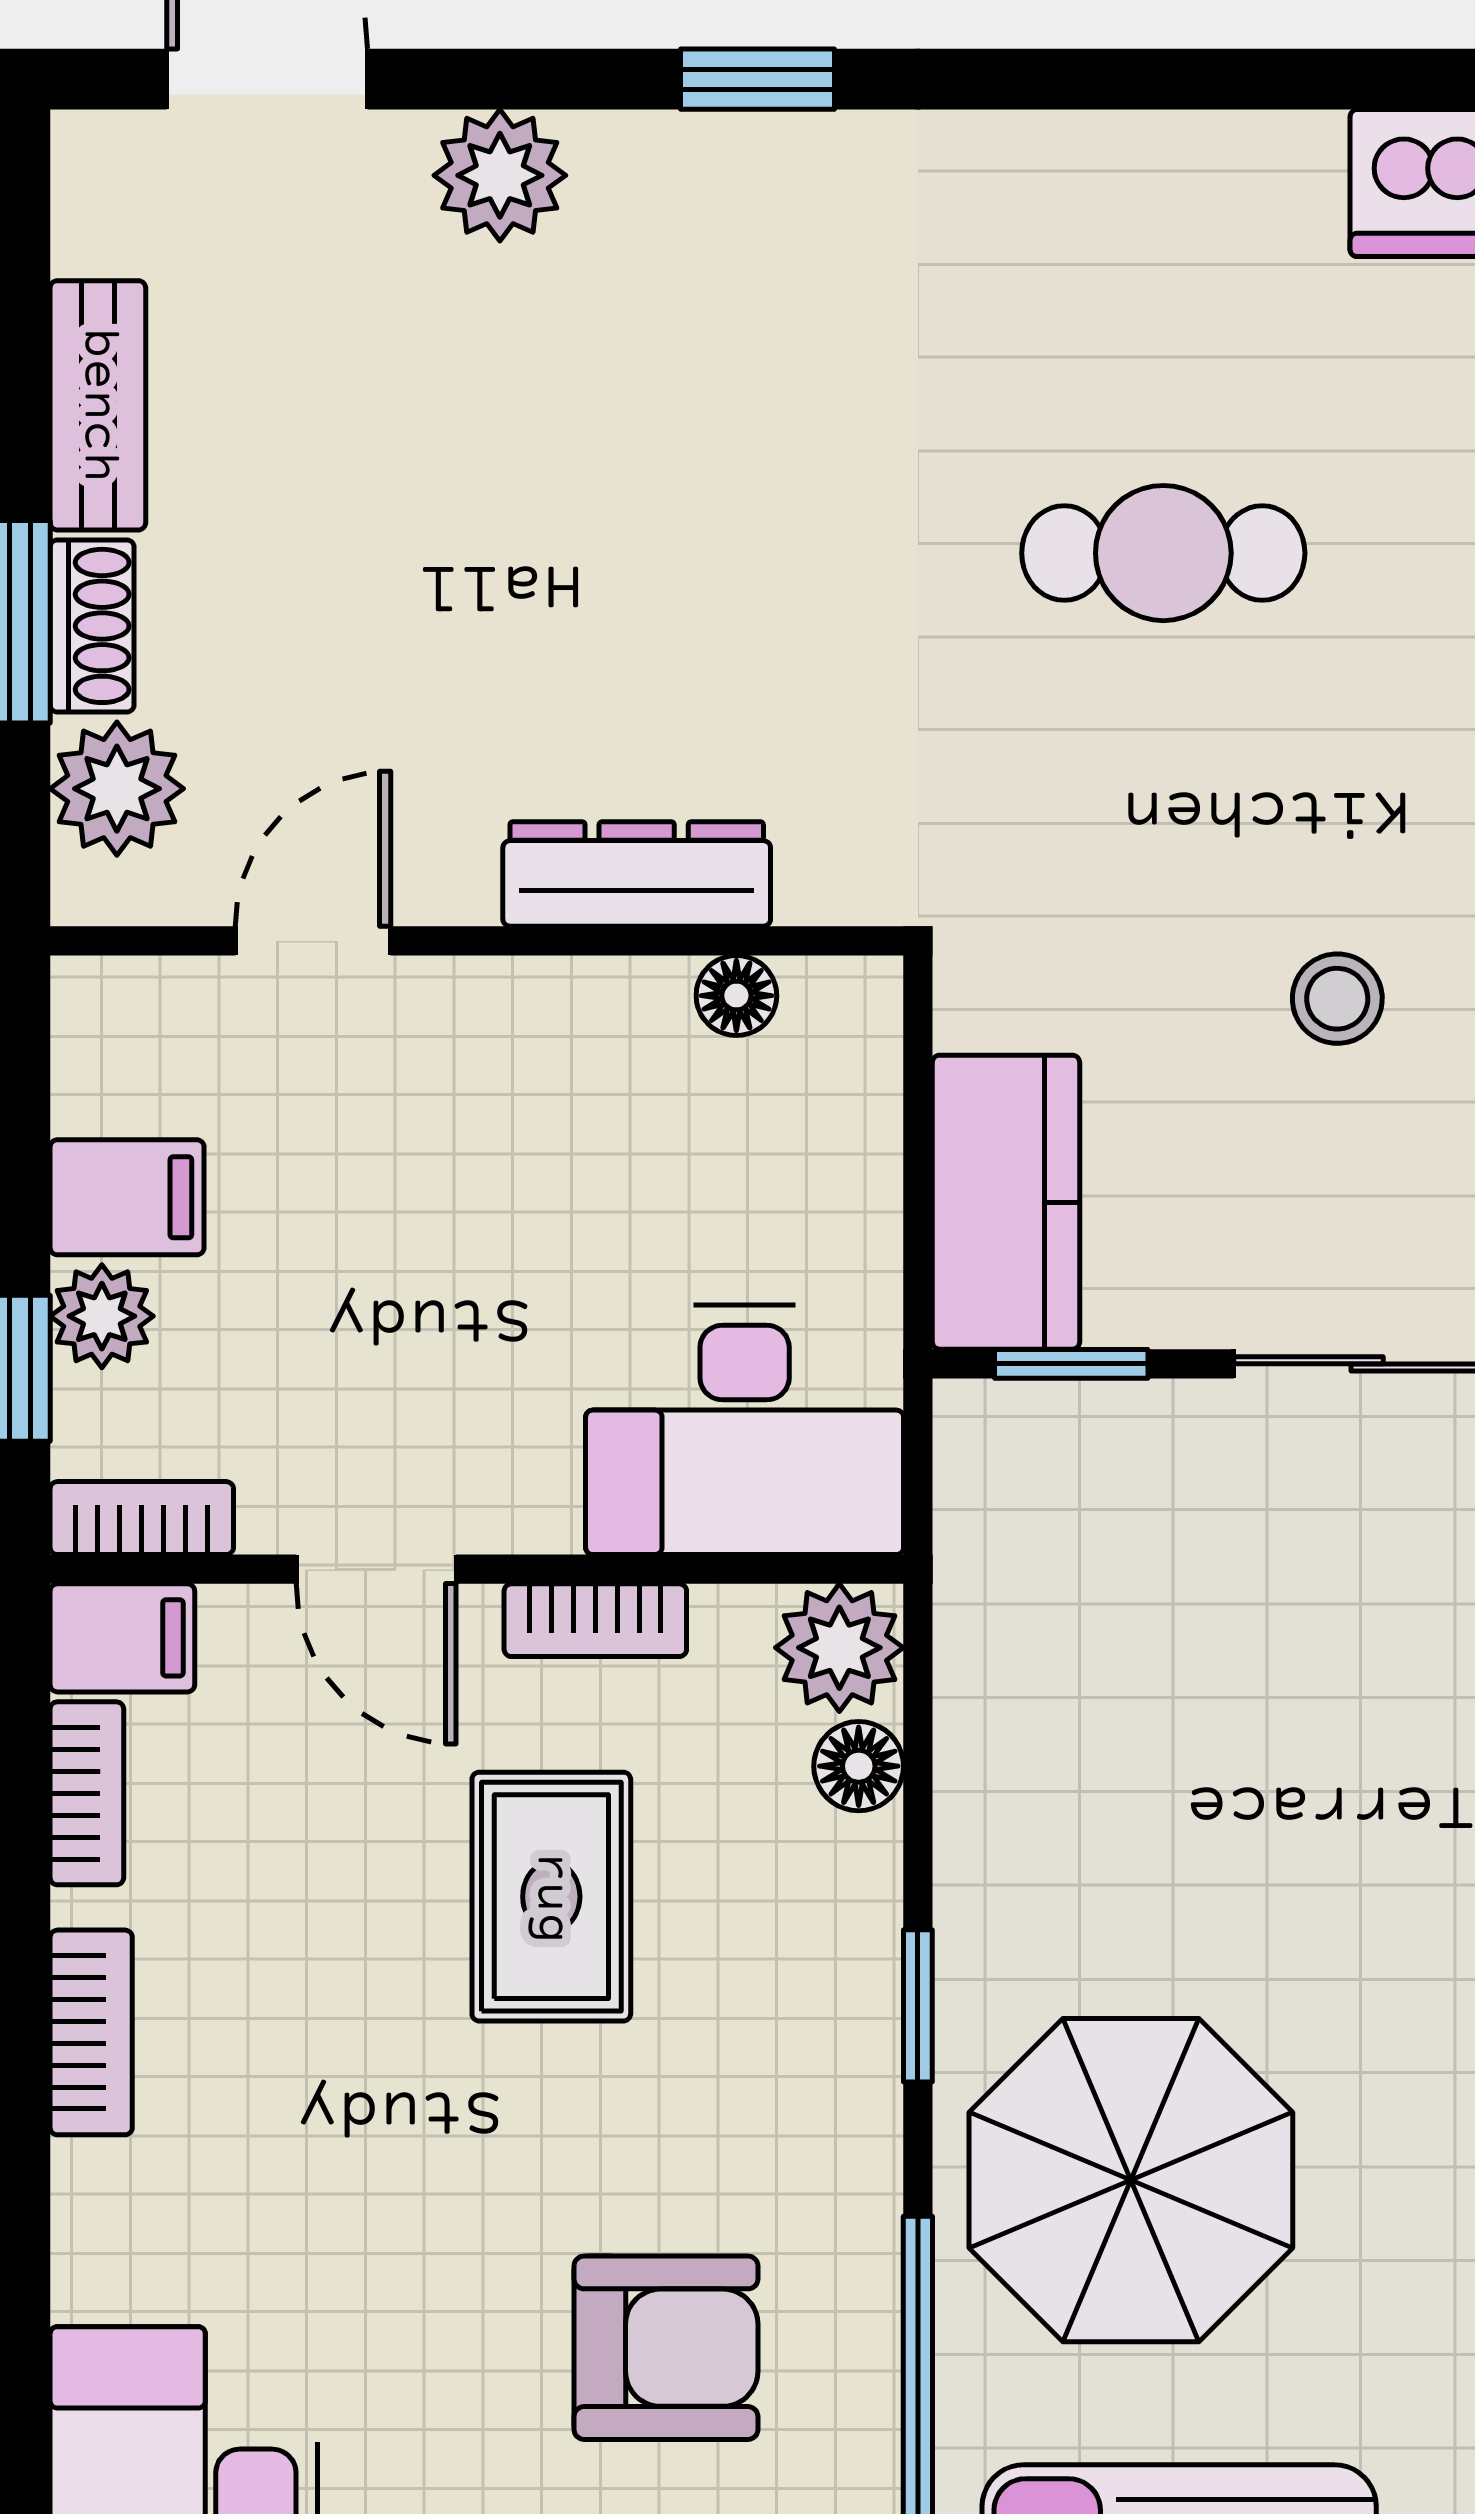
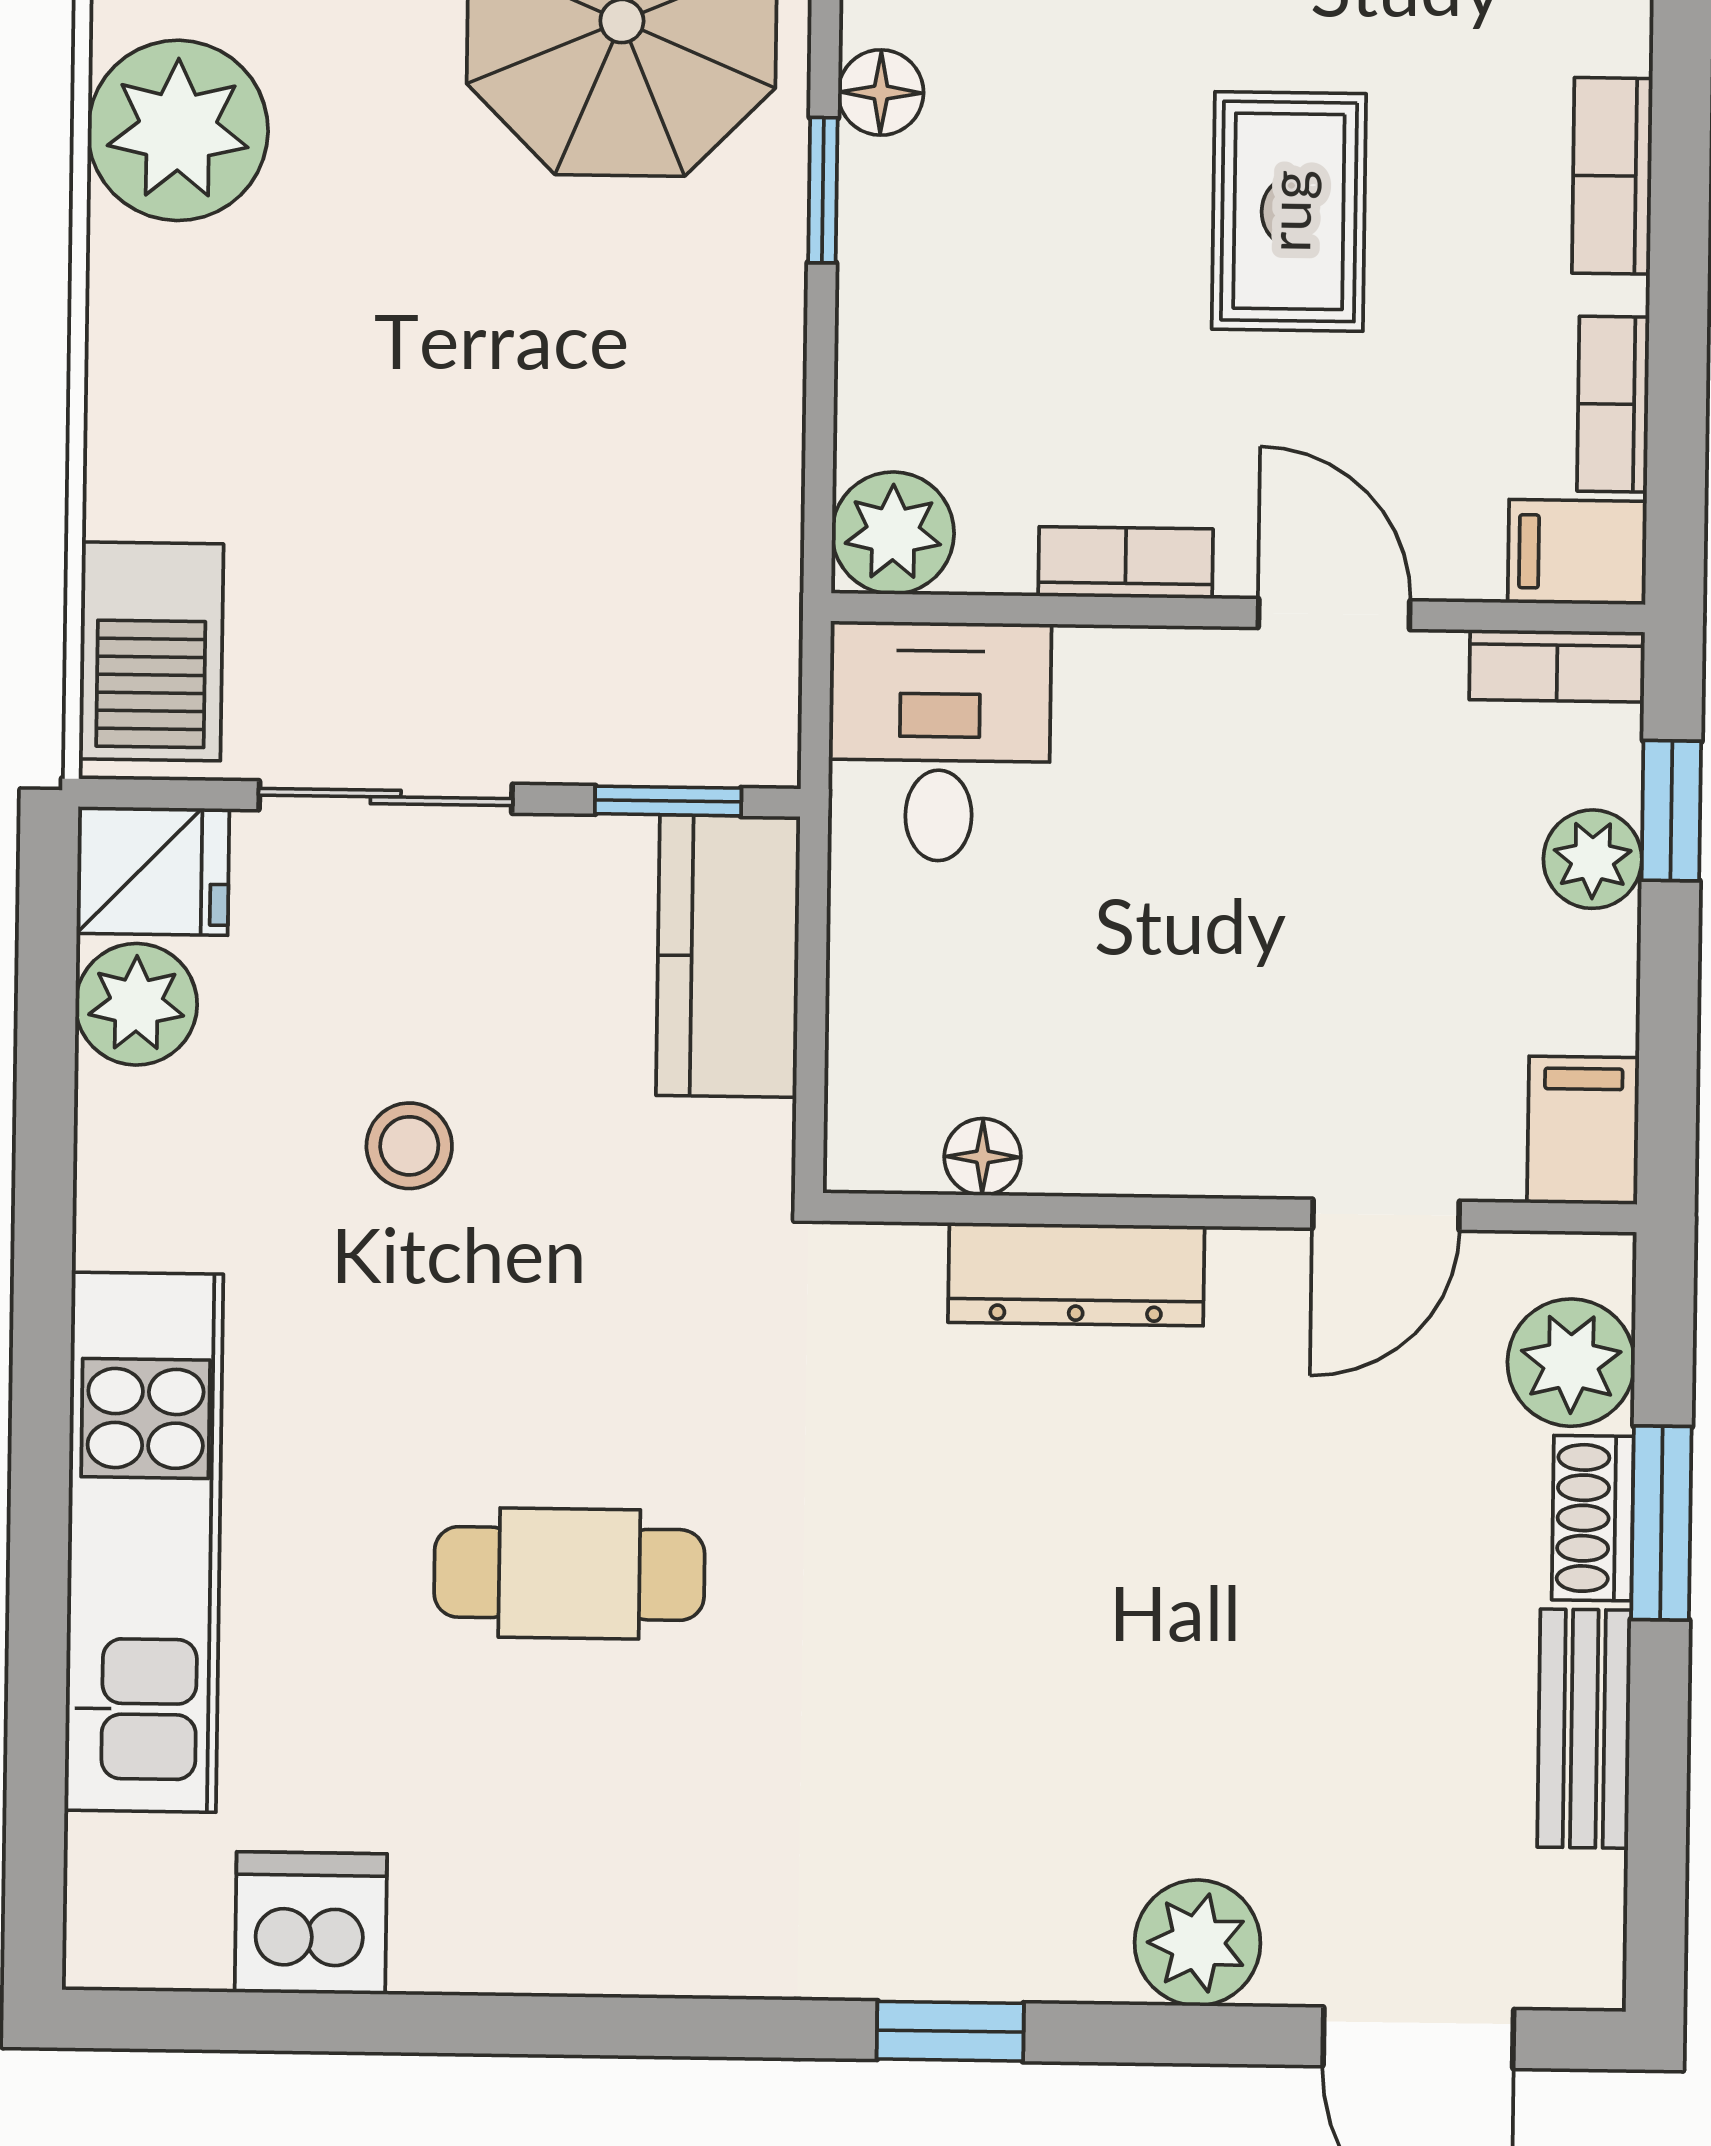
filing cabinet: (127, 1197) -> (1583, 1130), moved, turned 90
desk: (745, 1430) -> (939, 742), width x0.73
floor lamp: (859, 1766) -> (881, 93), moved
rug: (551, 1897) -> (1289, 211), moved

